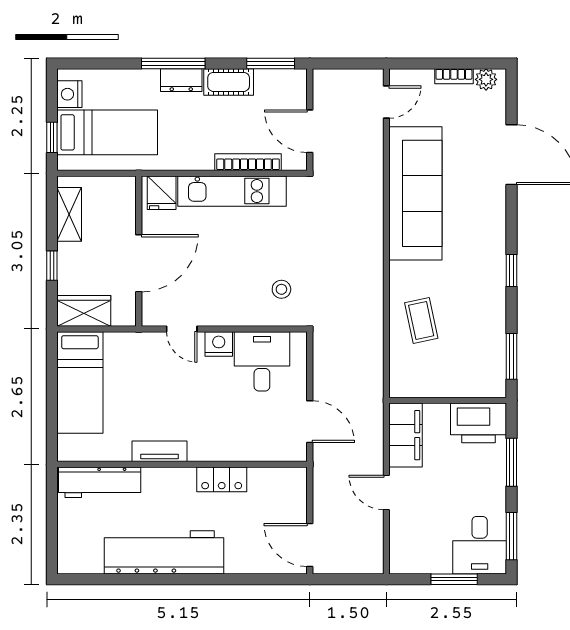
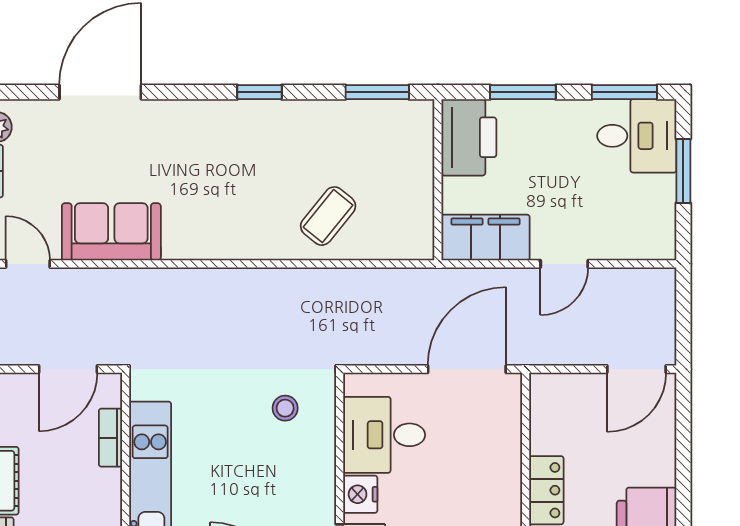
bookcase: (248, 162) -> (110, 438), width x0.64
sofa: (415, 193) -> (111, 232), width x0.54, depth x0.79
coffee table: (421, 321) -> (328, 216), turned -39
door: (310, 422) -> (467, 369), width x1.36

